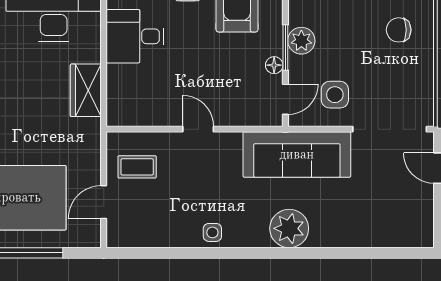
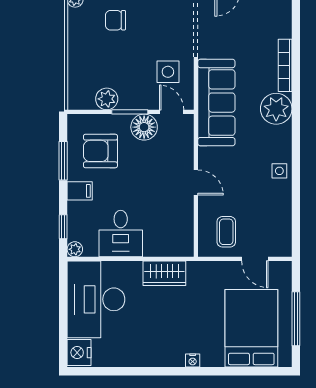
chair: (399, 30) -> (116, 20), turned 90
plant: (301, 41) -> (107, 99), moved
floor lamp: (274, 65) -> (144, 127), width x1.89, depth x1.89
door: (198, 129) -> (196, 182), swing flipped
bookcase: (343, 240) -> (285, 65), added

